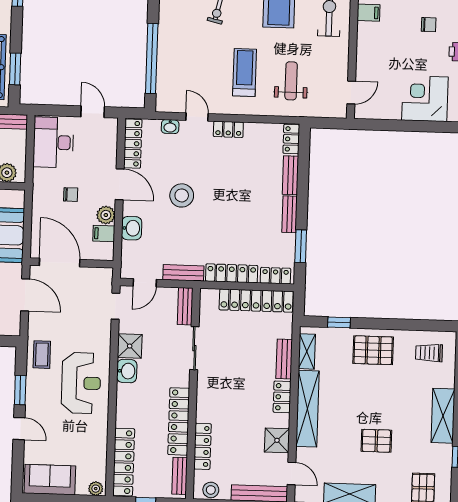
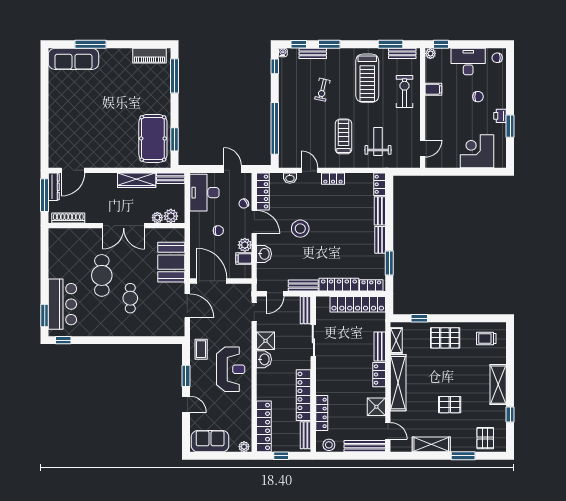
chair: (106, 159) -> (244, 204), added

